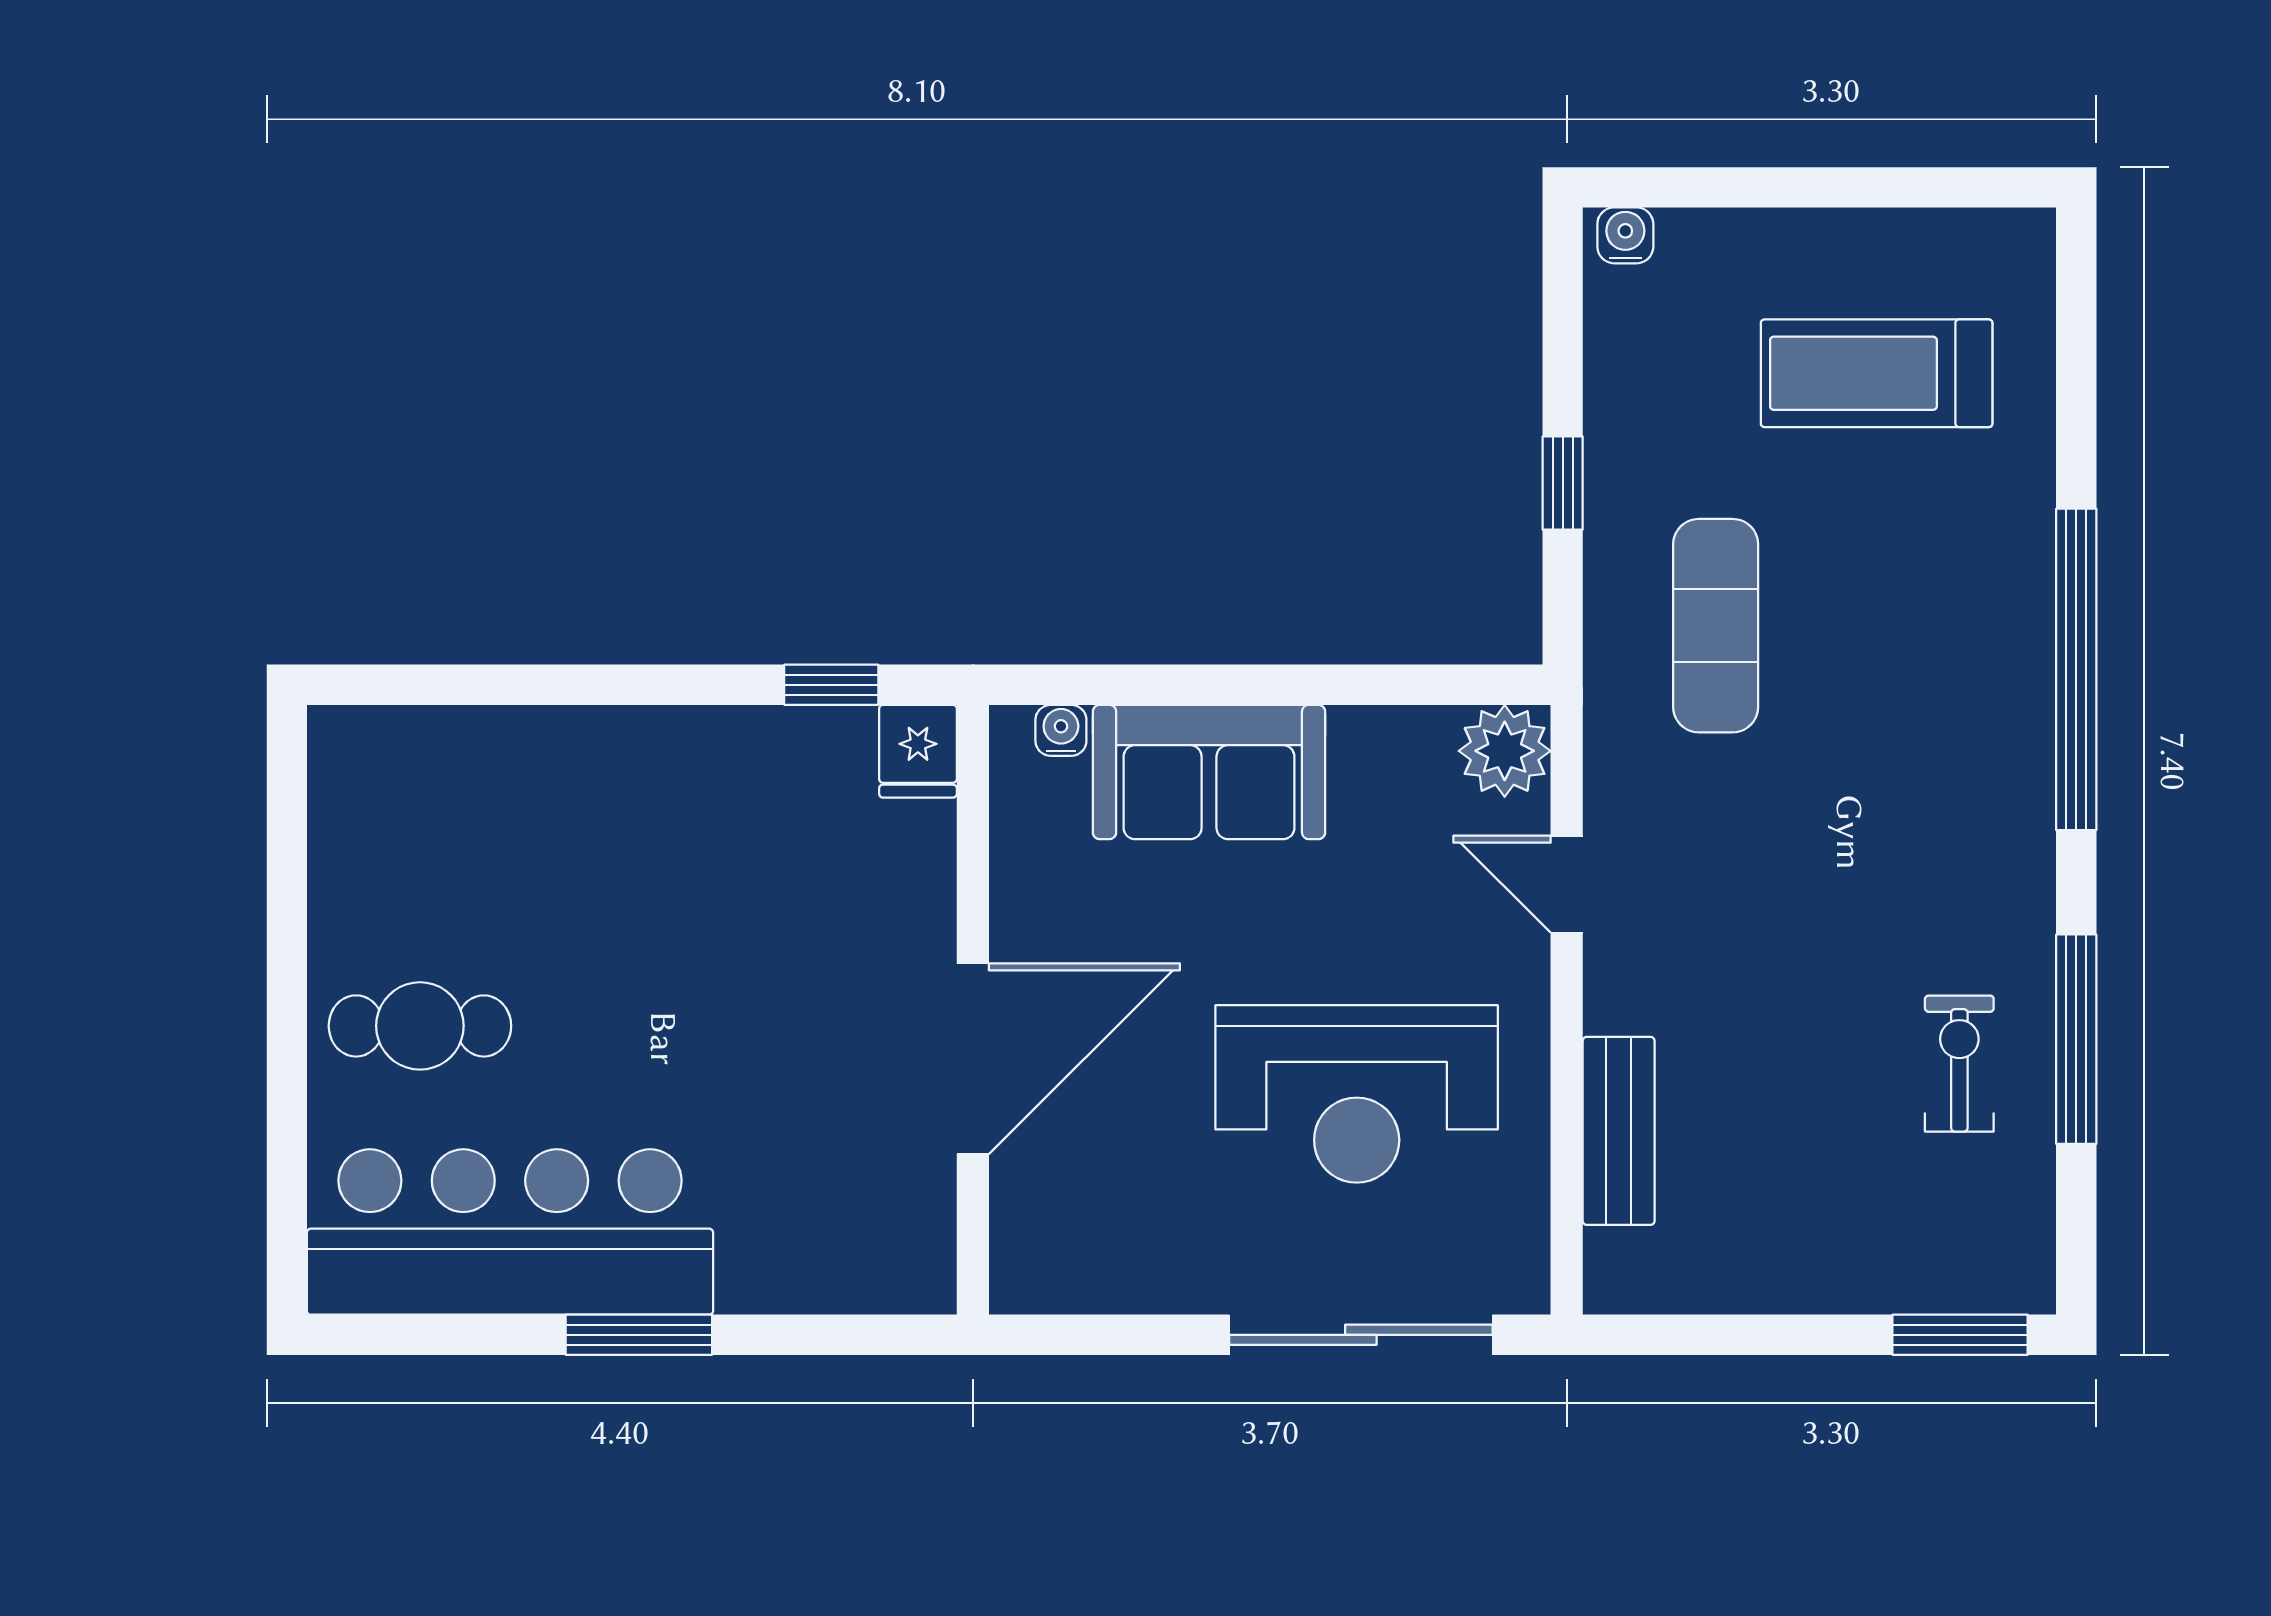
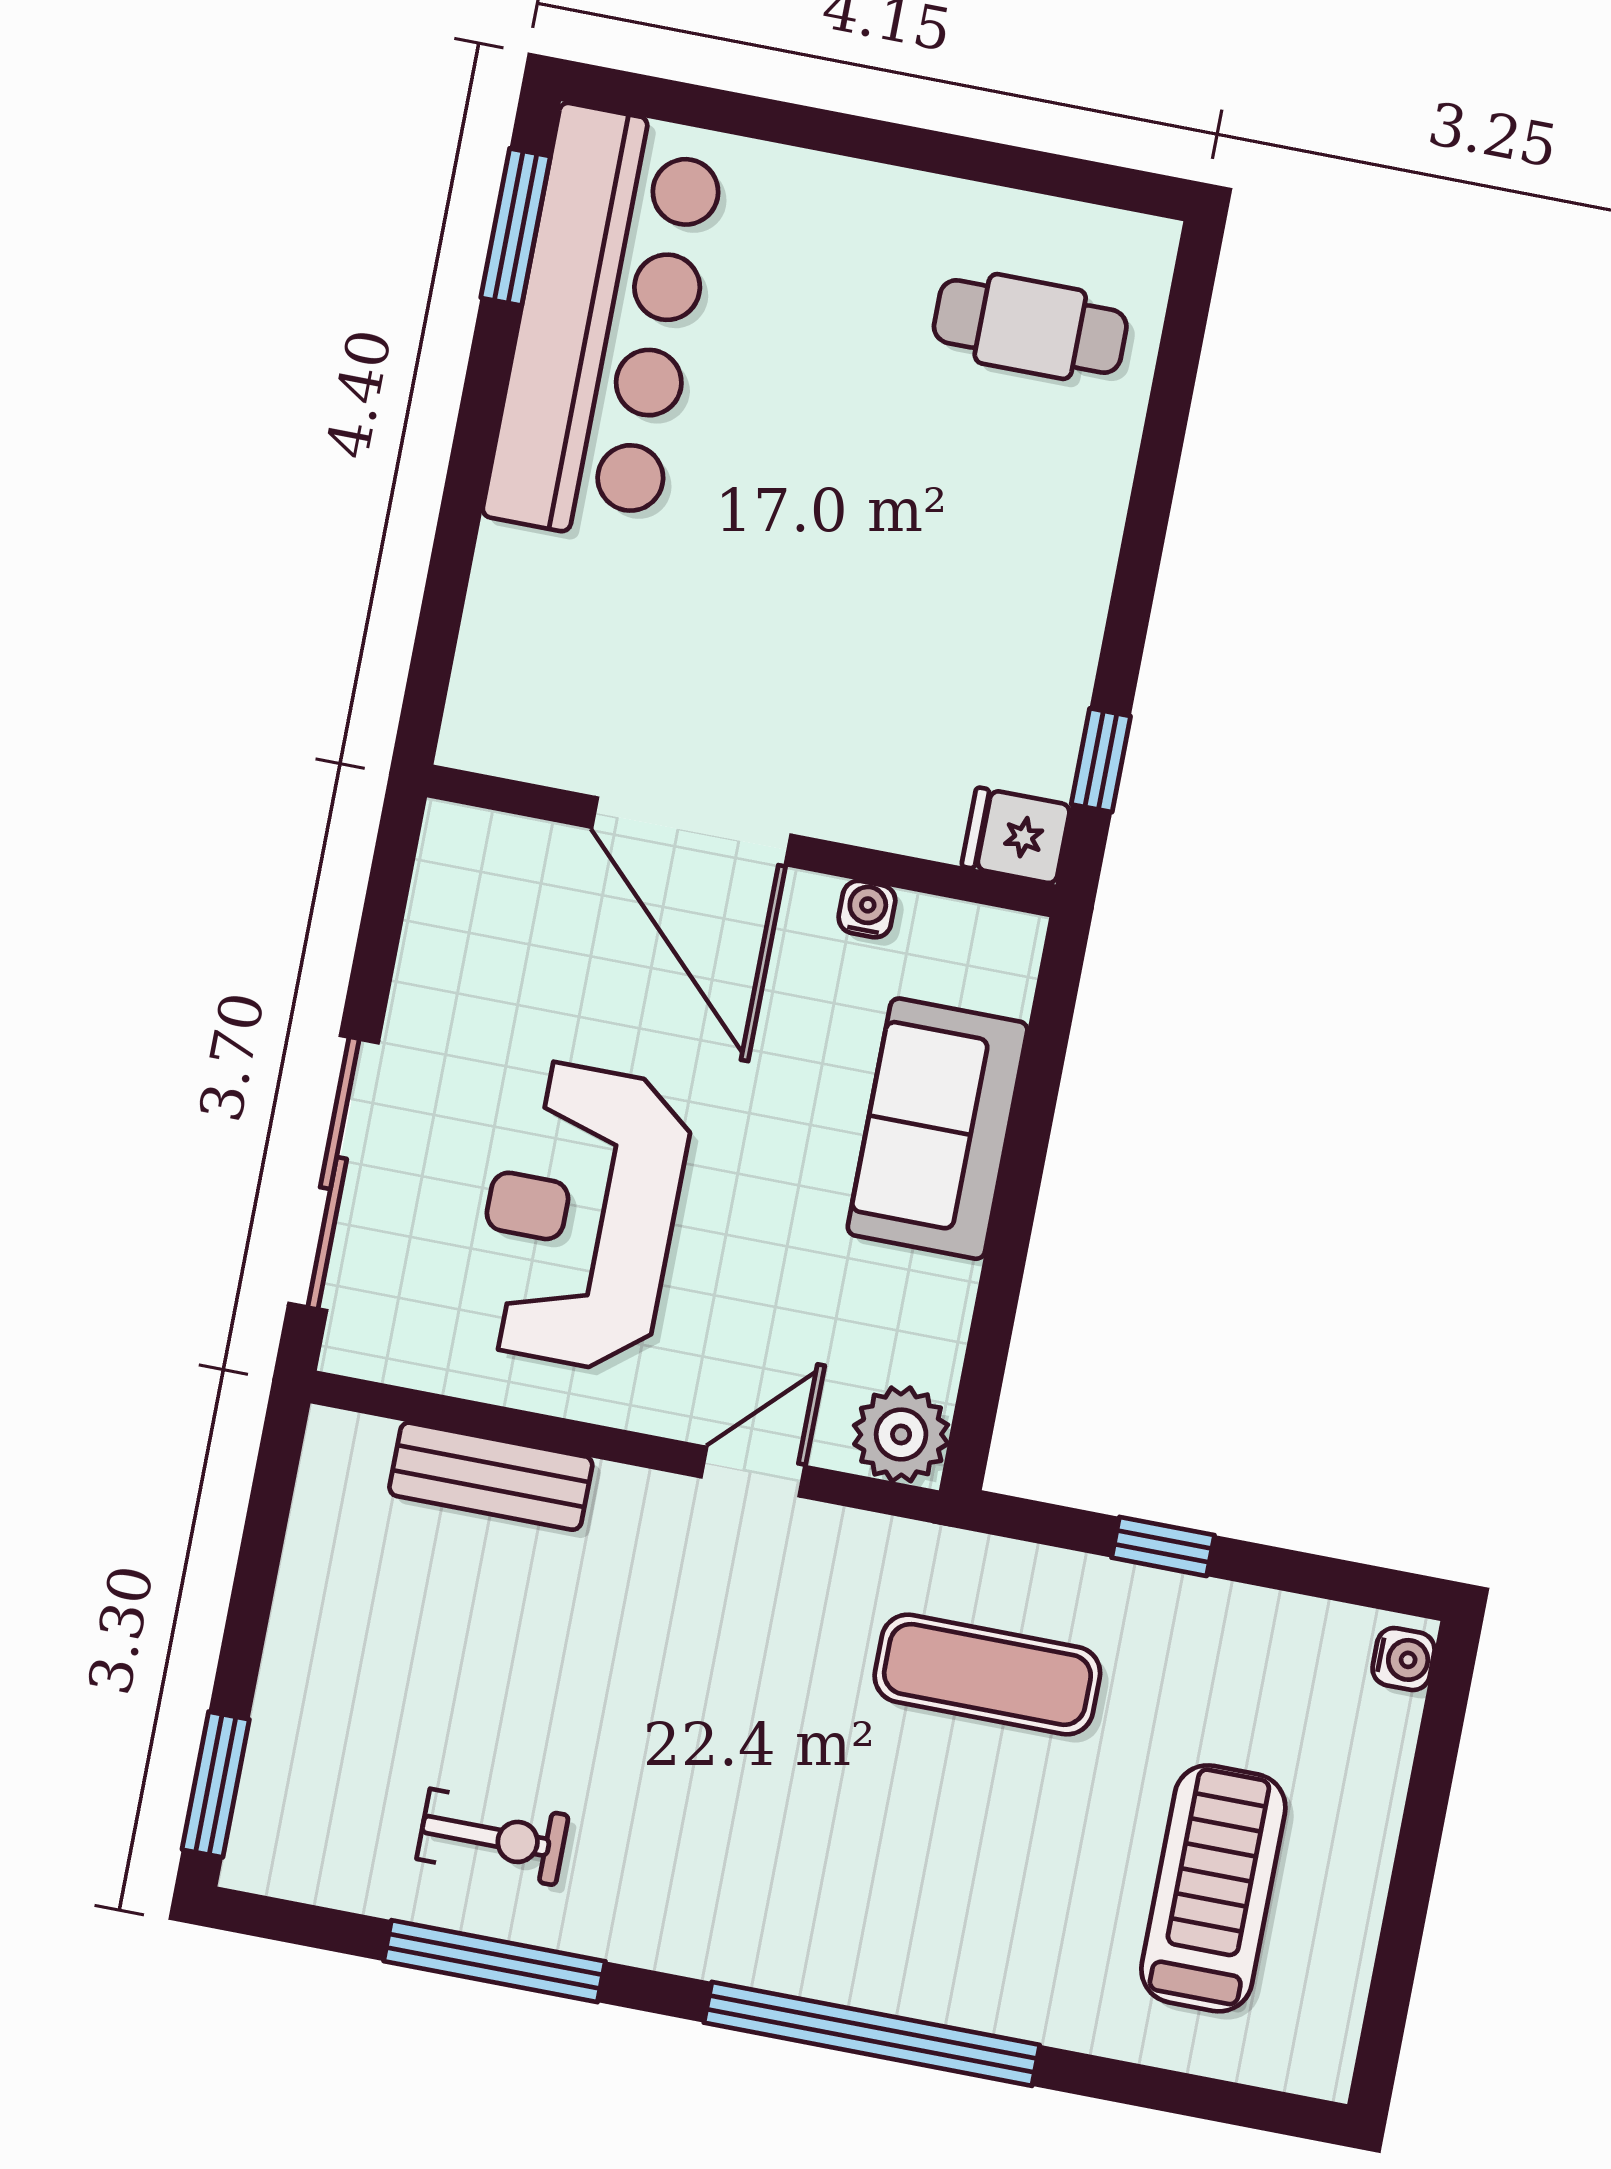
water cooler: (1061, 730) -> (867, 909), moved, turned -90
cafe table: (420, 1026) -> (1030, 327), moved, turned 90
window: (639, 1335) -> (516, 227), moved

